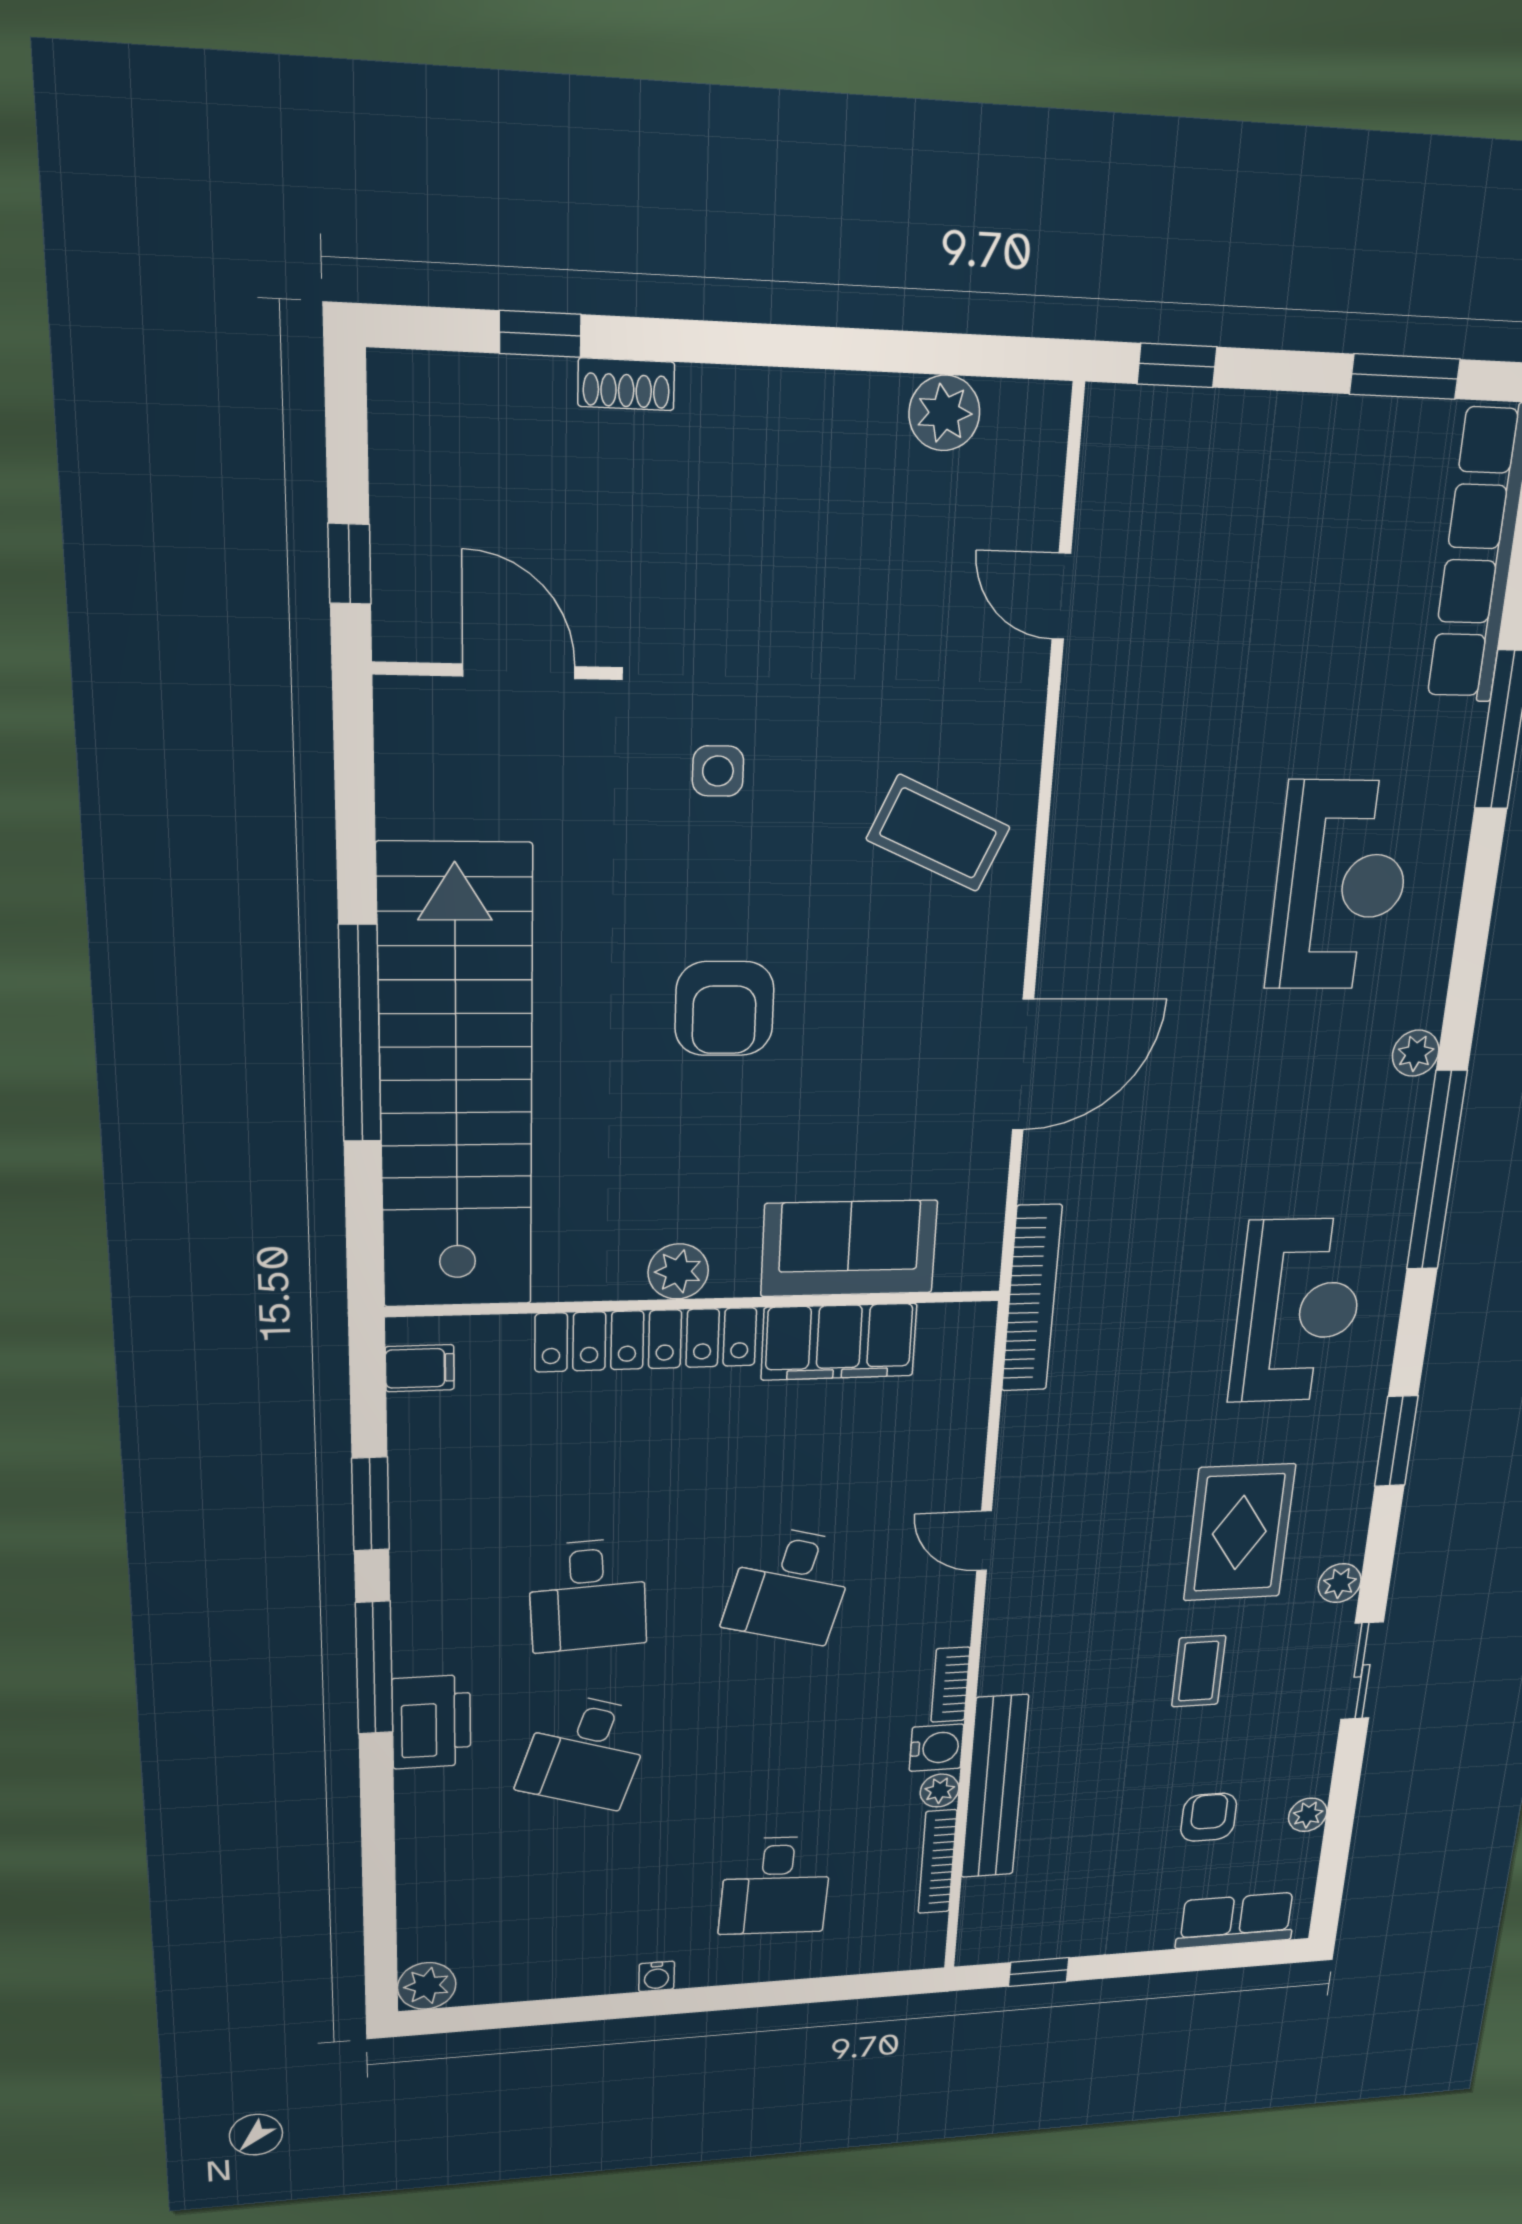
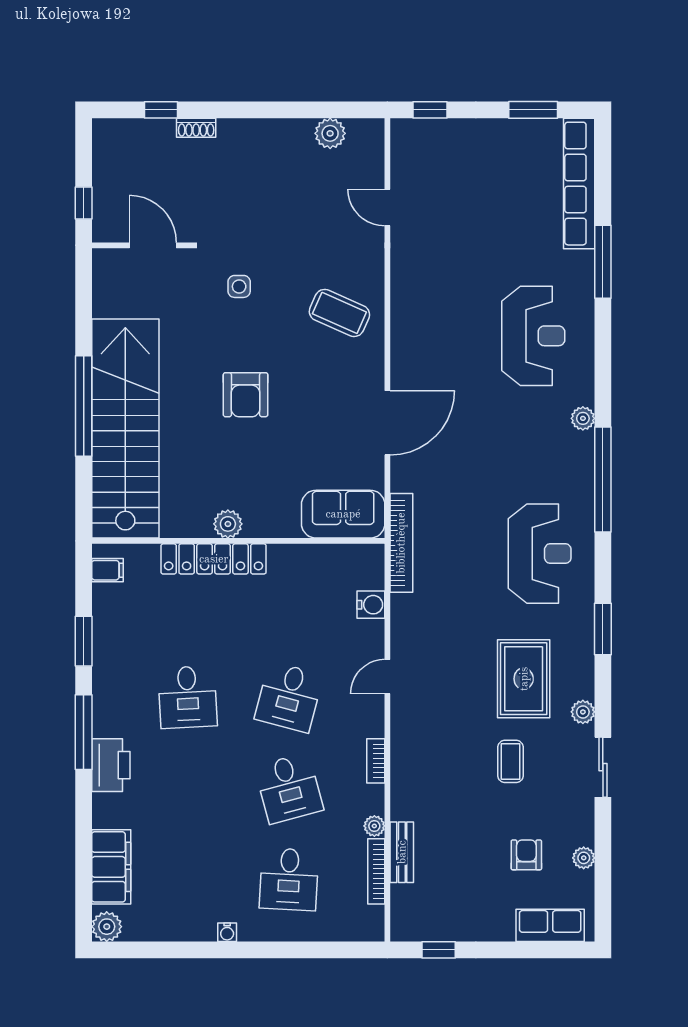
sofa: (849, 1248) -> (343, 514), moved
filing cabinet: (839, 1342) -> (111, 867), moved, turned -90
door: (984, 1541) -> (387, 677), hinge flipped
water cooler: (937, 1748) -> (371, 605), moved
desk: (585, 1752) -> (289, 788), moved, turned -33
bench: (995, 1787) -> (402, 852), width x0.54, depth x0.82

